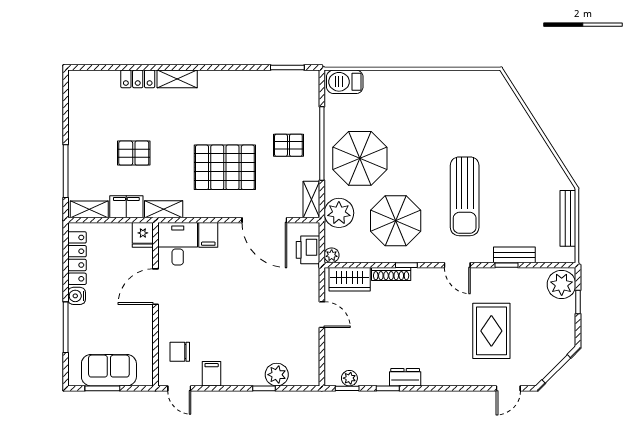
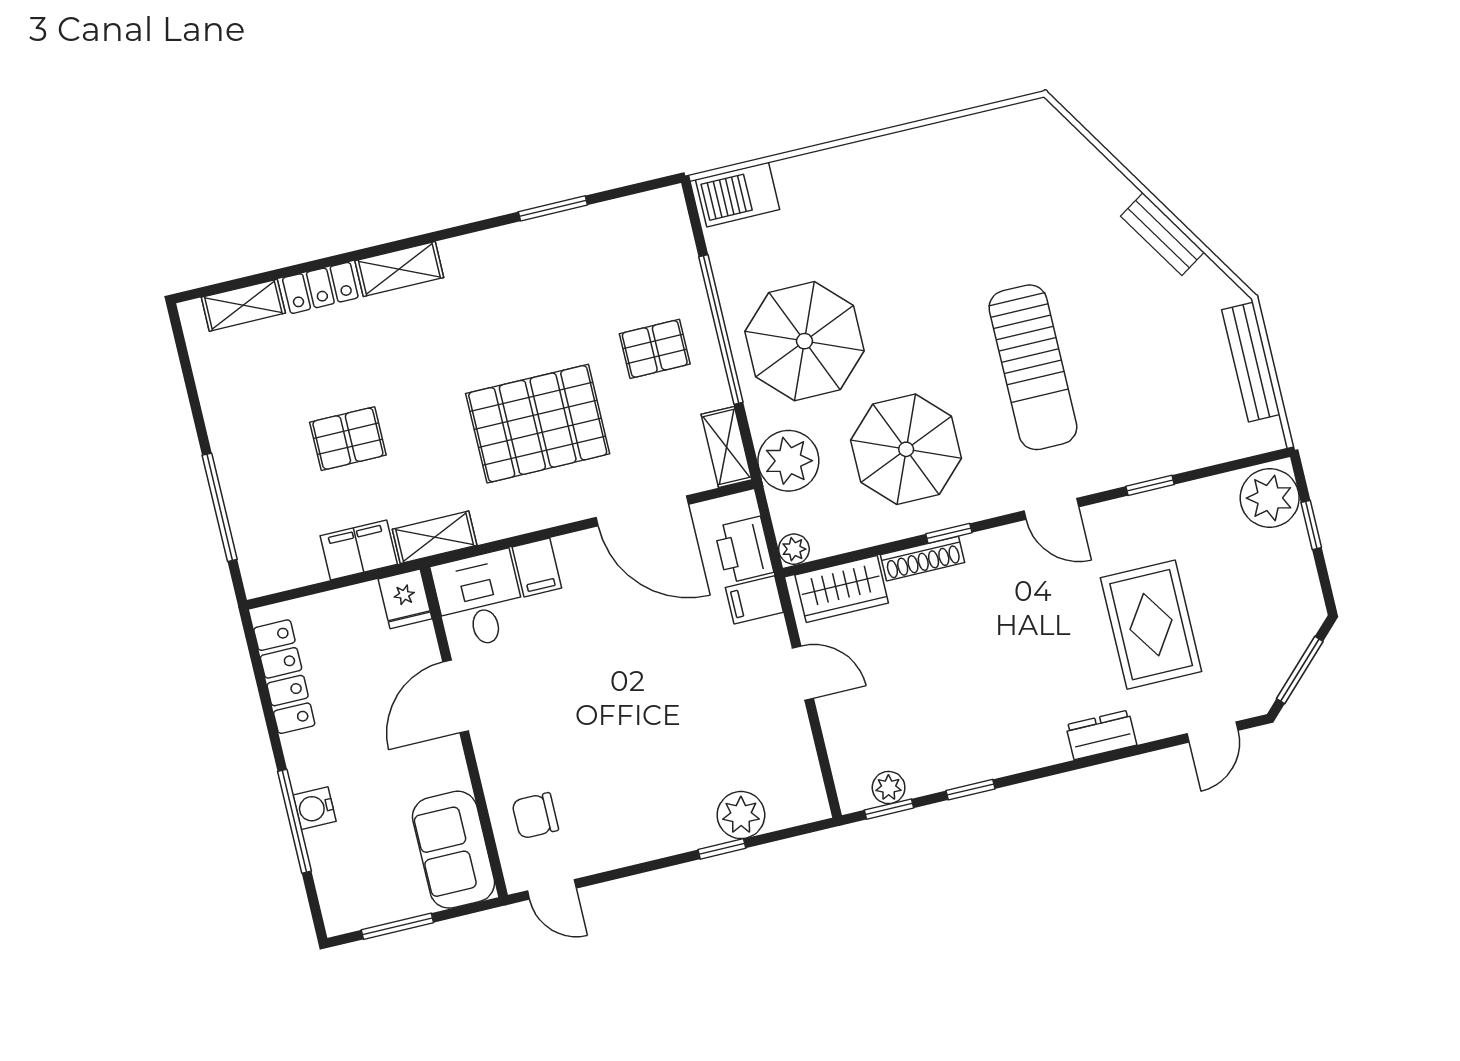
window: (287, 68) -> (553, 208), moved
shelving: (89, 209) -> (243, 305), moved
bench: (514, 255) -> (1162, 234), moved, turned 58
water cooler: (77, 296) -> (315, 808), moved
sofa: (109, 370) -> (454, 850), moved, turned -90
filing cabinet: (212, 374) -> (754, 600), moved, turned -90
dresser: (405, 377) -> (1101, 735), moved

